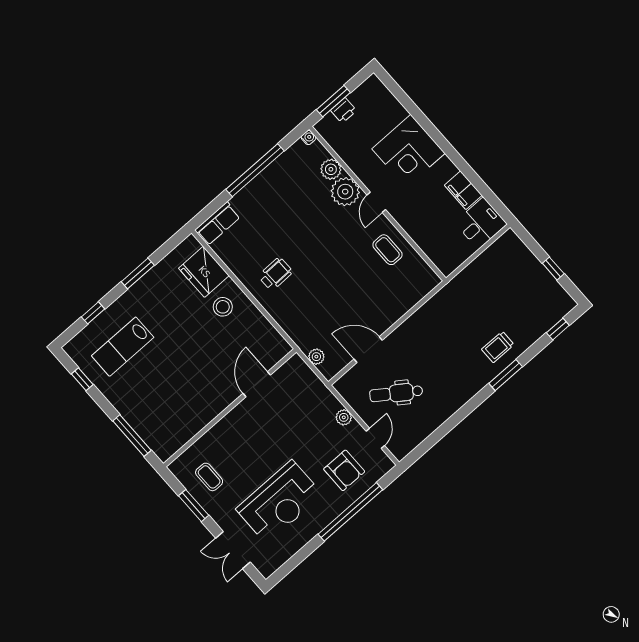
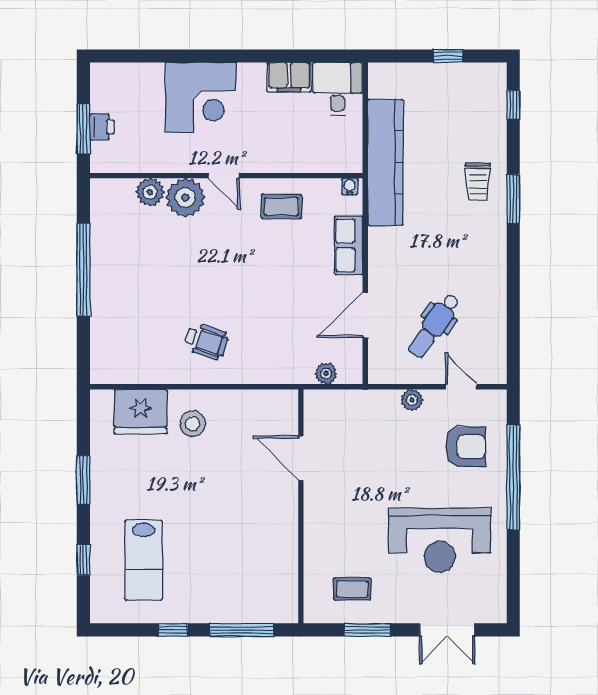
water cooler: (309, 138) -> (350, 186), moved
row of seats: (218, 224) -> (349, 245), moved, turned 180
wheelchair: (275, 274) -> (206, 341), turned 109
kitchen counter: (463, 286) -> (385, 162), added
window: (82, 379) -> (173, 630), moved
reception desk: (279, 502) -> (440, 540), turned 90

